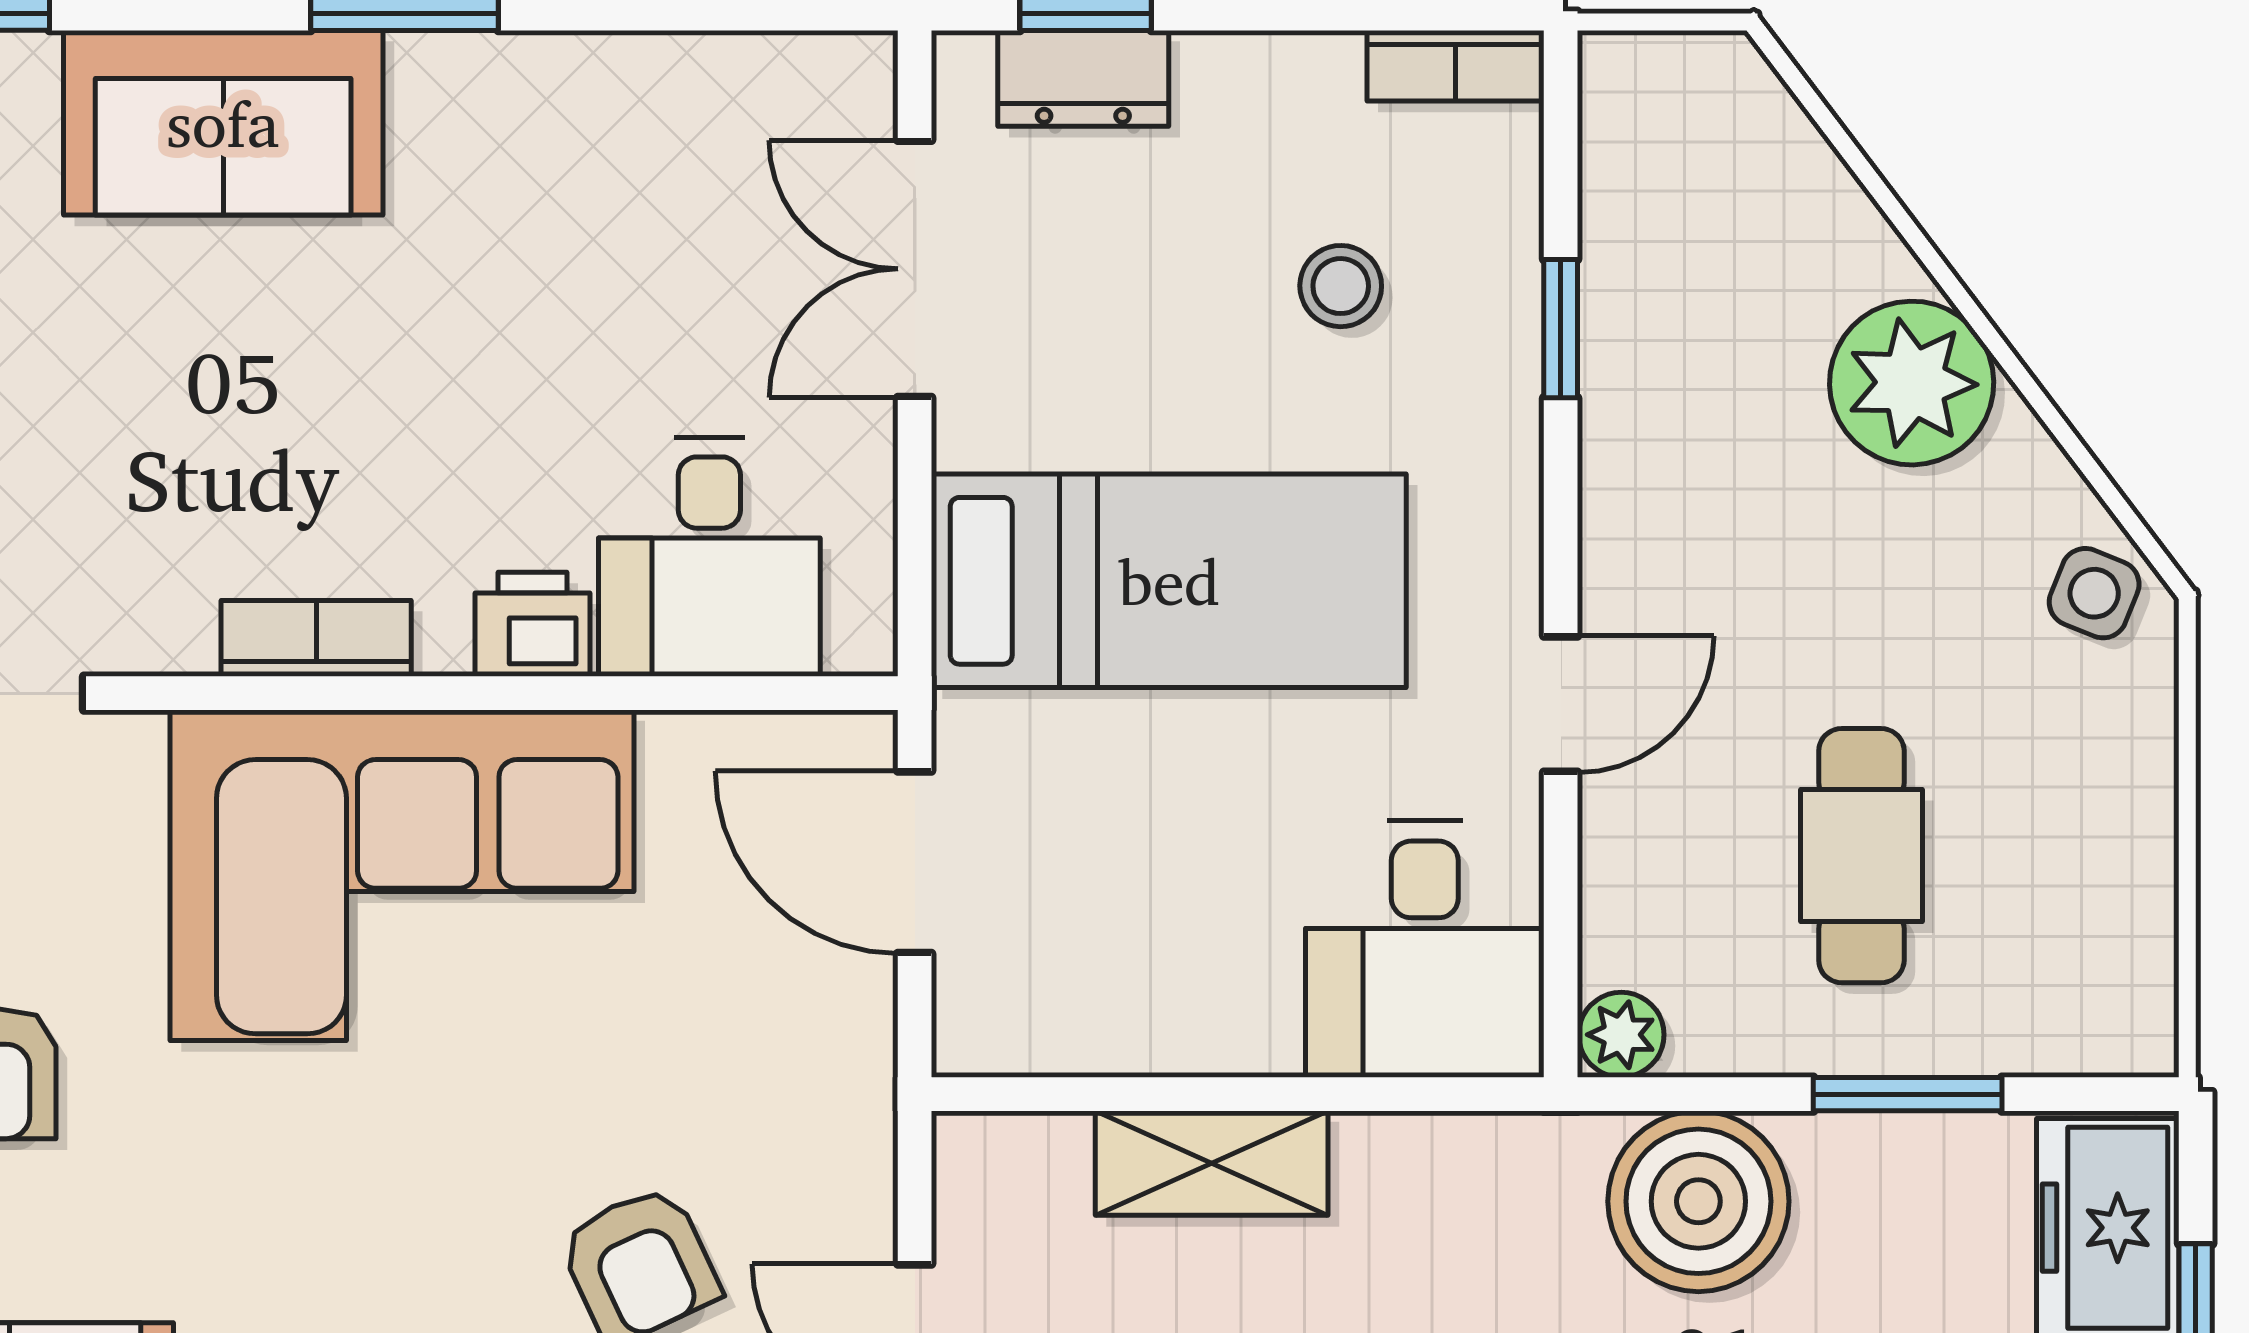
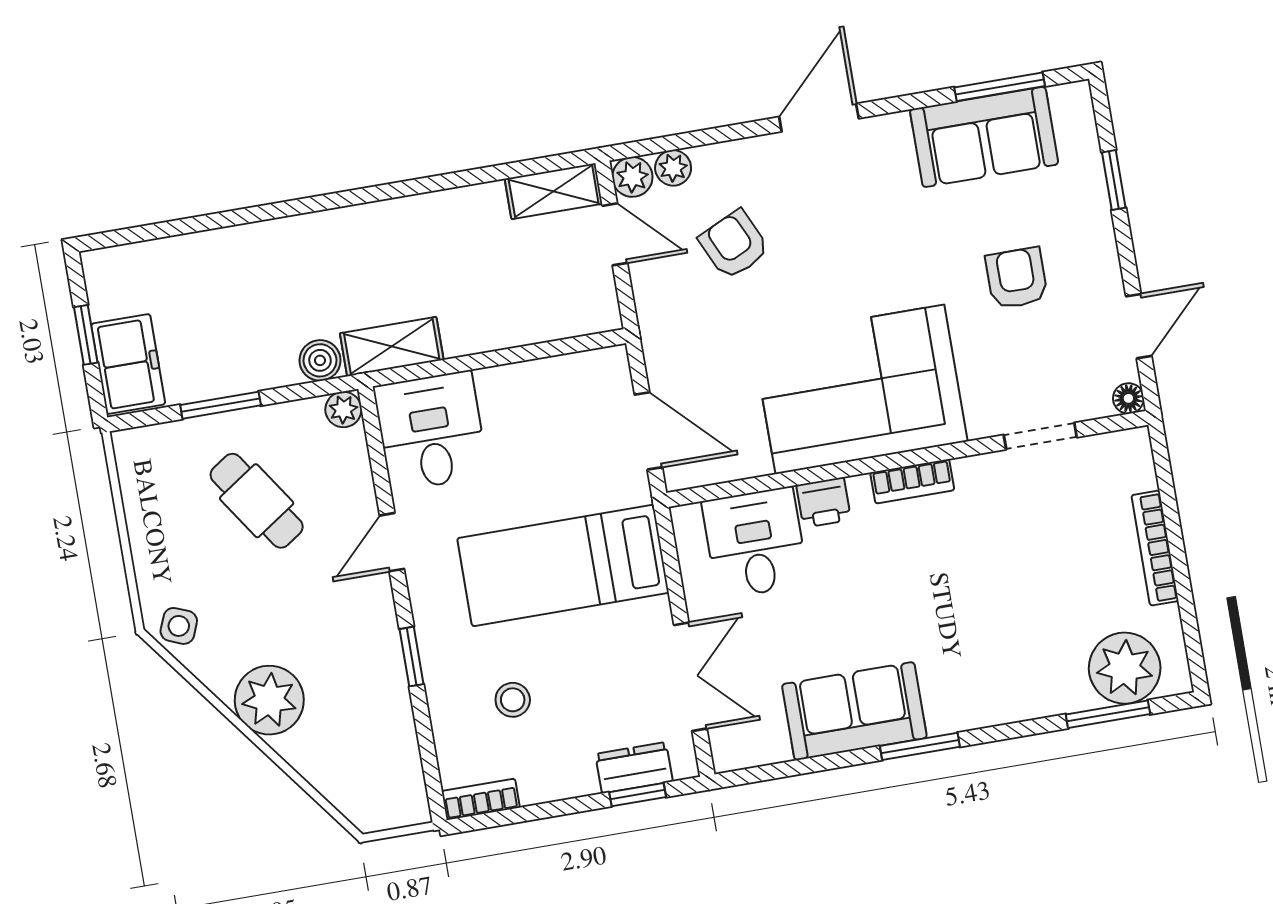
sofa: (223, 123) -> (854, 711), moved
window: (1561, 329) -> (411, 657), moved
cafe table: (1861, 856) -> (257, 501), turned -34
shelving: (1212, 1163) -> (392, 346), moved
boiler: (1698, 1201) -> (320, 360), width x0.54, depth x0.54

